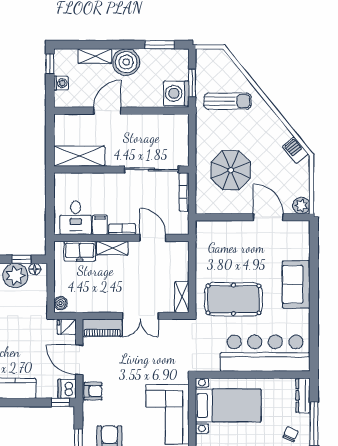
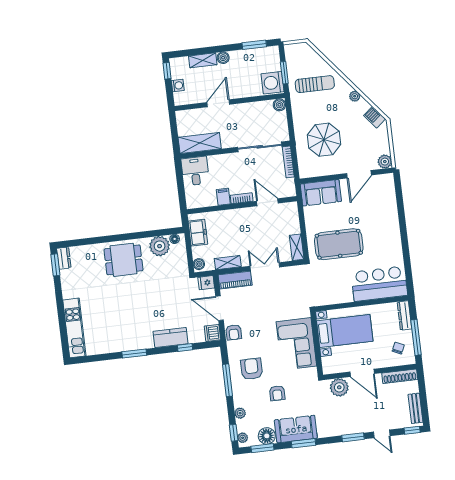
boiler: (126, 62) -> (223, 58), width x0.54, depth x0.54
boiler: (182, 121) -> (279, 105), added
plant: (274, 122) -> (355, 96), added
door: (268, 217) -> (359, 174), swing flipped
desk: (76, 218) -> (195, 171), moved, turned 180
shelving: (112, 248) -> (228, 263), moved
freezer: (80, 251) -> (198, 233), moved, turned -90
window: (21, 259) -> (163, 232), removed
sofa: (296, 284) -> (321, 193), moved, turned -90
double door: (140, 316) -> (265, 267), swing flipped
bar counter: (265, 353) -> (379, 284), width x0.73
armchair: (93, 391) -> (234, 332), turned 90
window: (60, 402) -> (185, 347), moved

